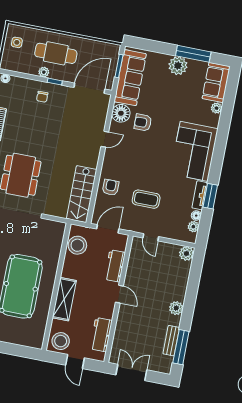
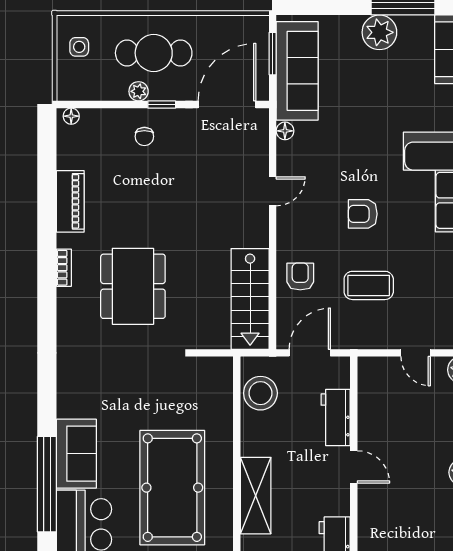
floor lamp: (121, 113) -> (285, 131), width x0.53, depth x0.53
armchair: (143, 123) -> (363, 214), moved
door: (151, 237) -> (416, 353), moved

